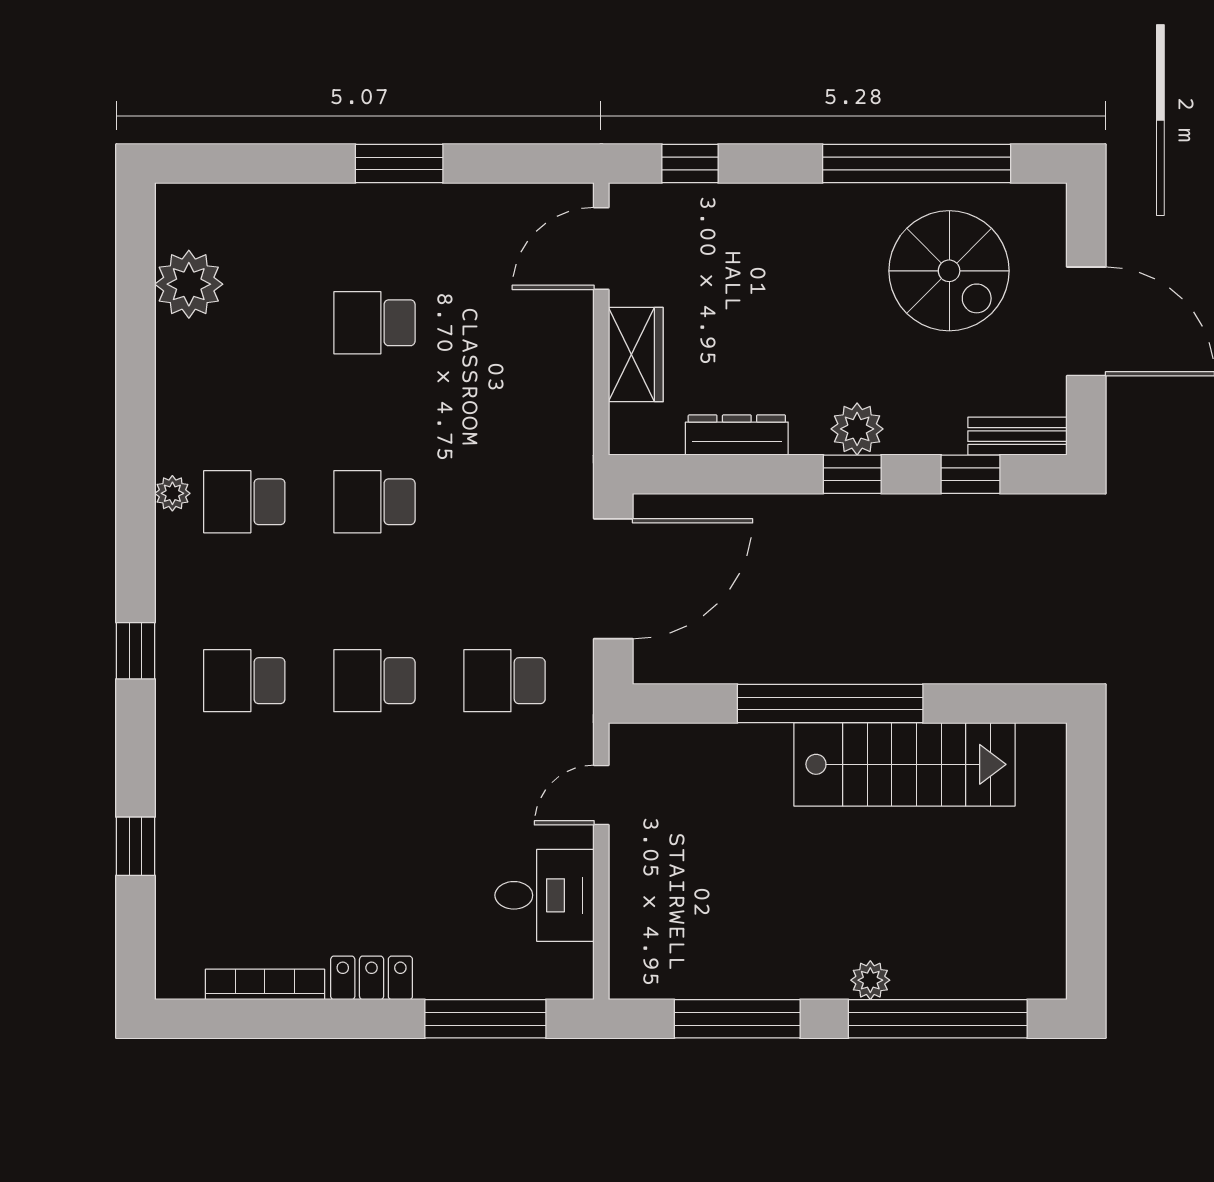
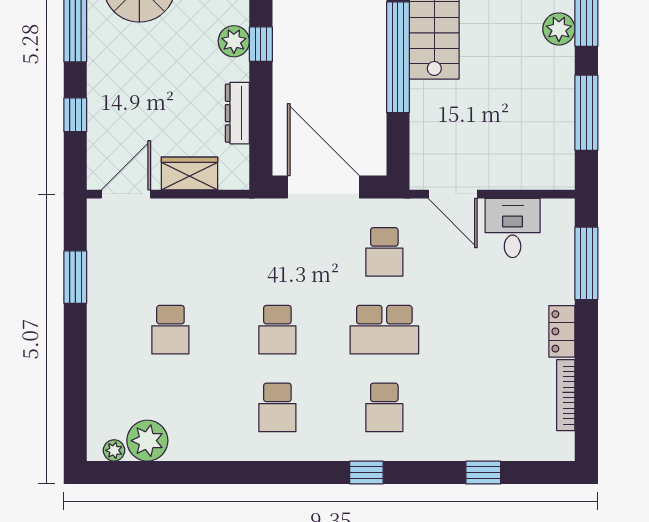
window: (399, 164) -> (75, 277), moved
window: (690, 164) -> (75, 115), moved
door: (601, 248) -> (126, 194), swing flipped
plant: (172, 493) -> (114, 450), moved
school desk: (374, 681) -> (384, 330), width x1.85
door: (601, 795) -> (453, 194), width x1.38
plant: (870, 980) -> (559, 29), width x1.38, depth x1.38

